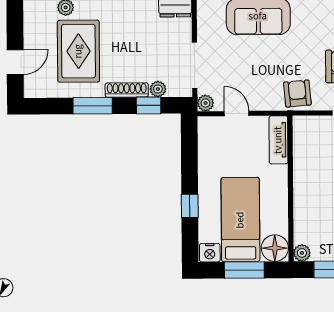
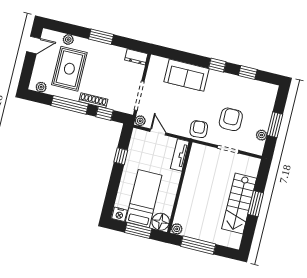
door: (15, 62) -> (33, 45), moved
plant: (158, 89) -> (41, 87), moved
window: (93, 106) -> (70, 105), width x1.44
window: (190, 206) -> (121, 156), moved

